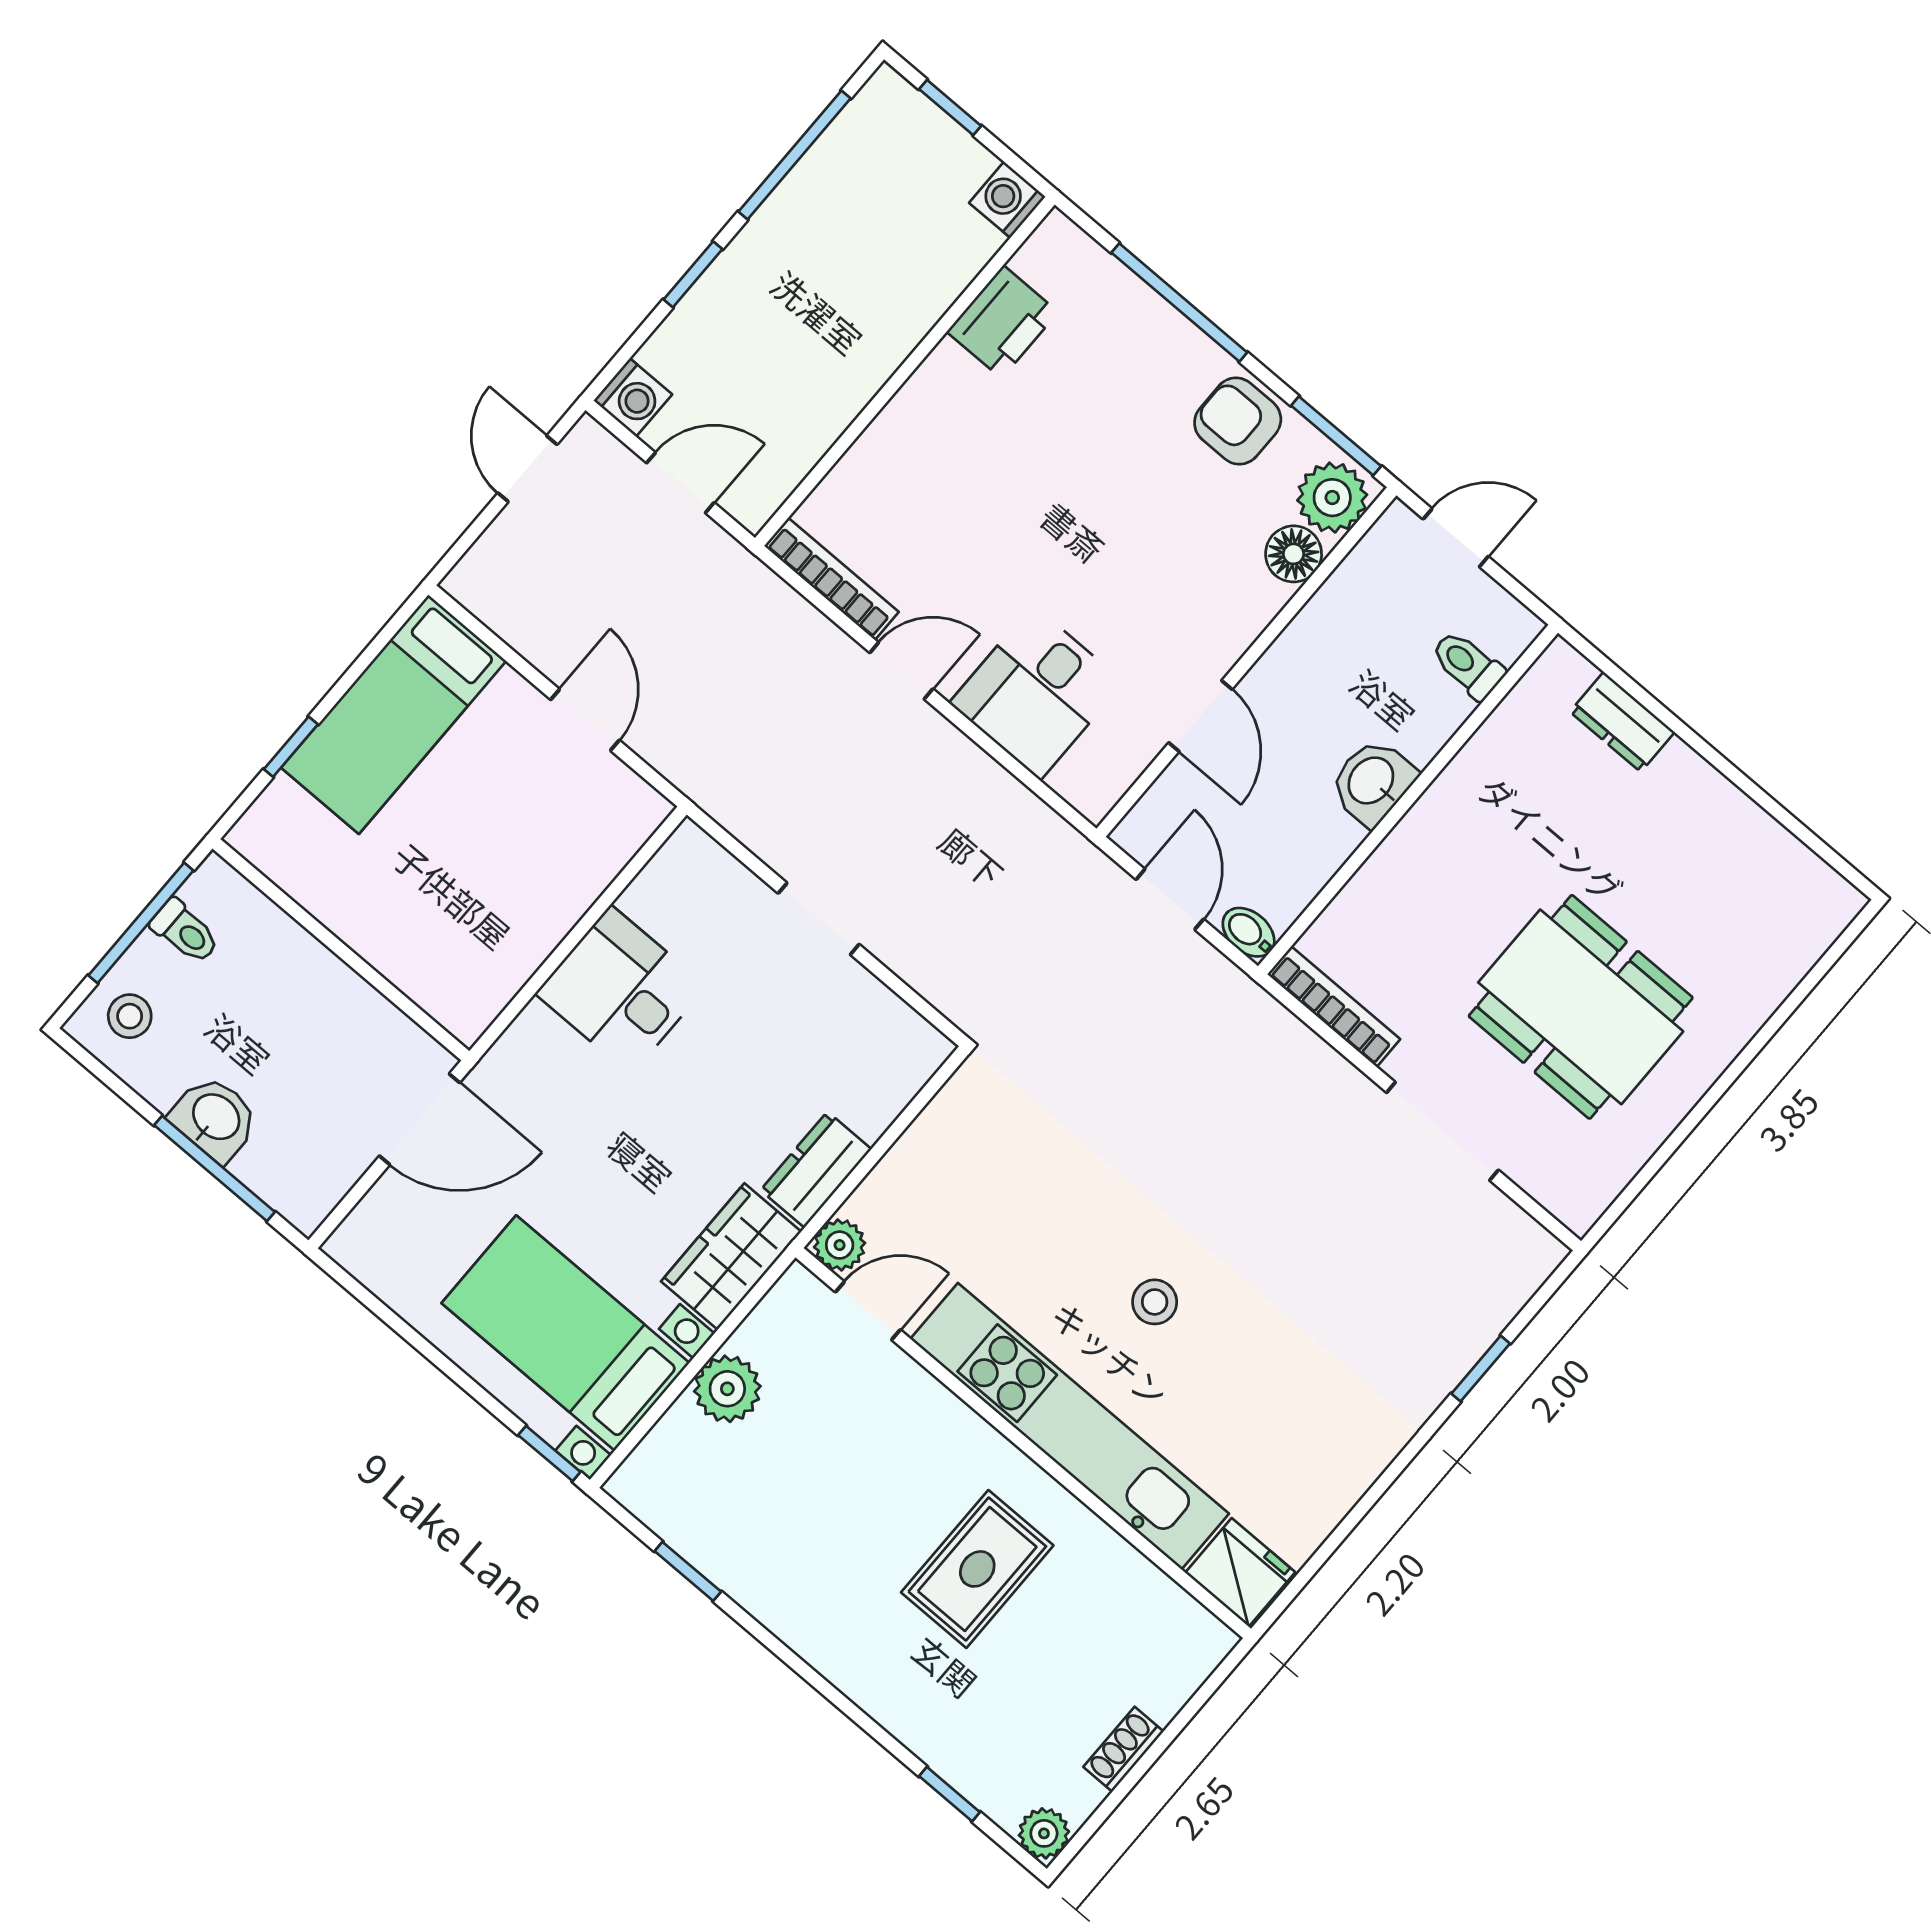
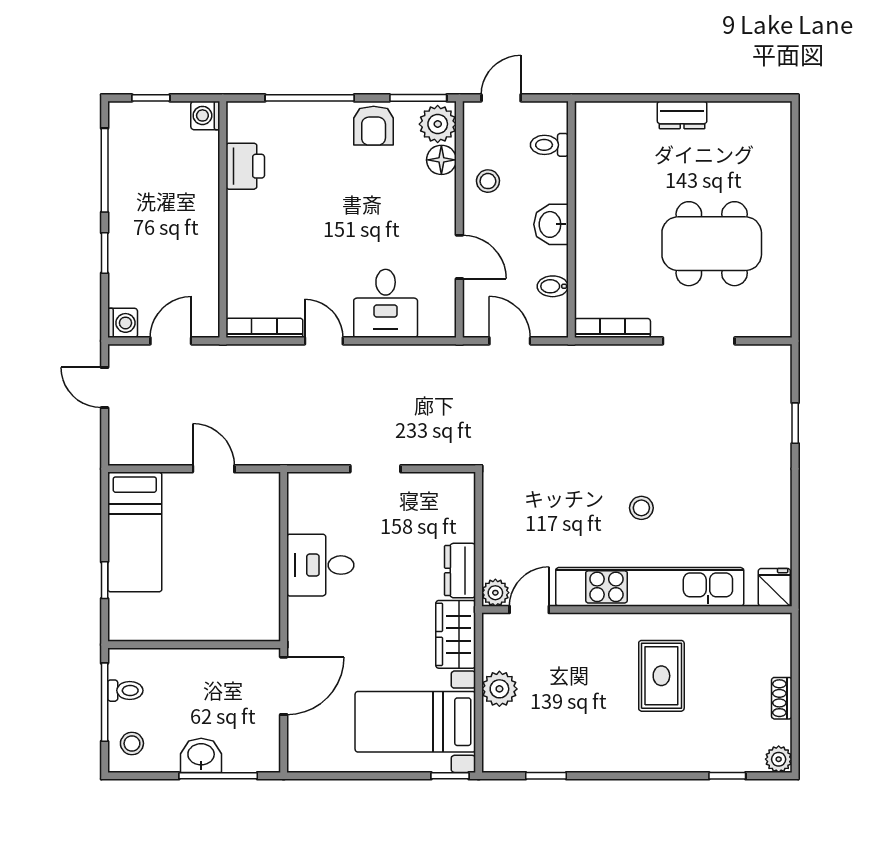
armchair: (1238, 421) -> (374, 126), turned -90
stool: (1335, 642) -> (488, 181), added
door: (901, 671) -> (324, 341), hinge flipped
dresser: (1622, 722) -> (682, 115), moved
bidet: (1249, 932) -> (553, 286), moved
fridge: (1240, 1572) -> (774, 587), width x0.72

